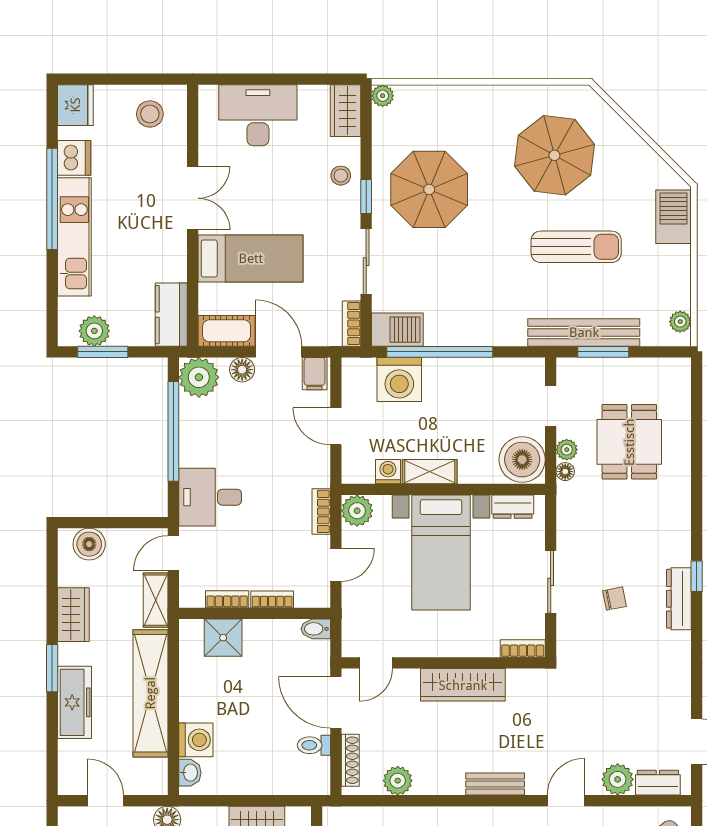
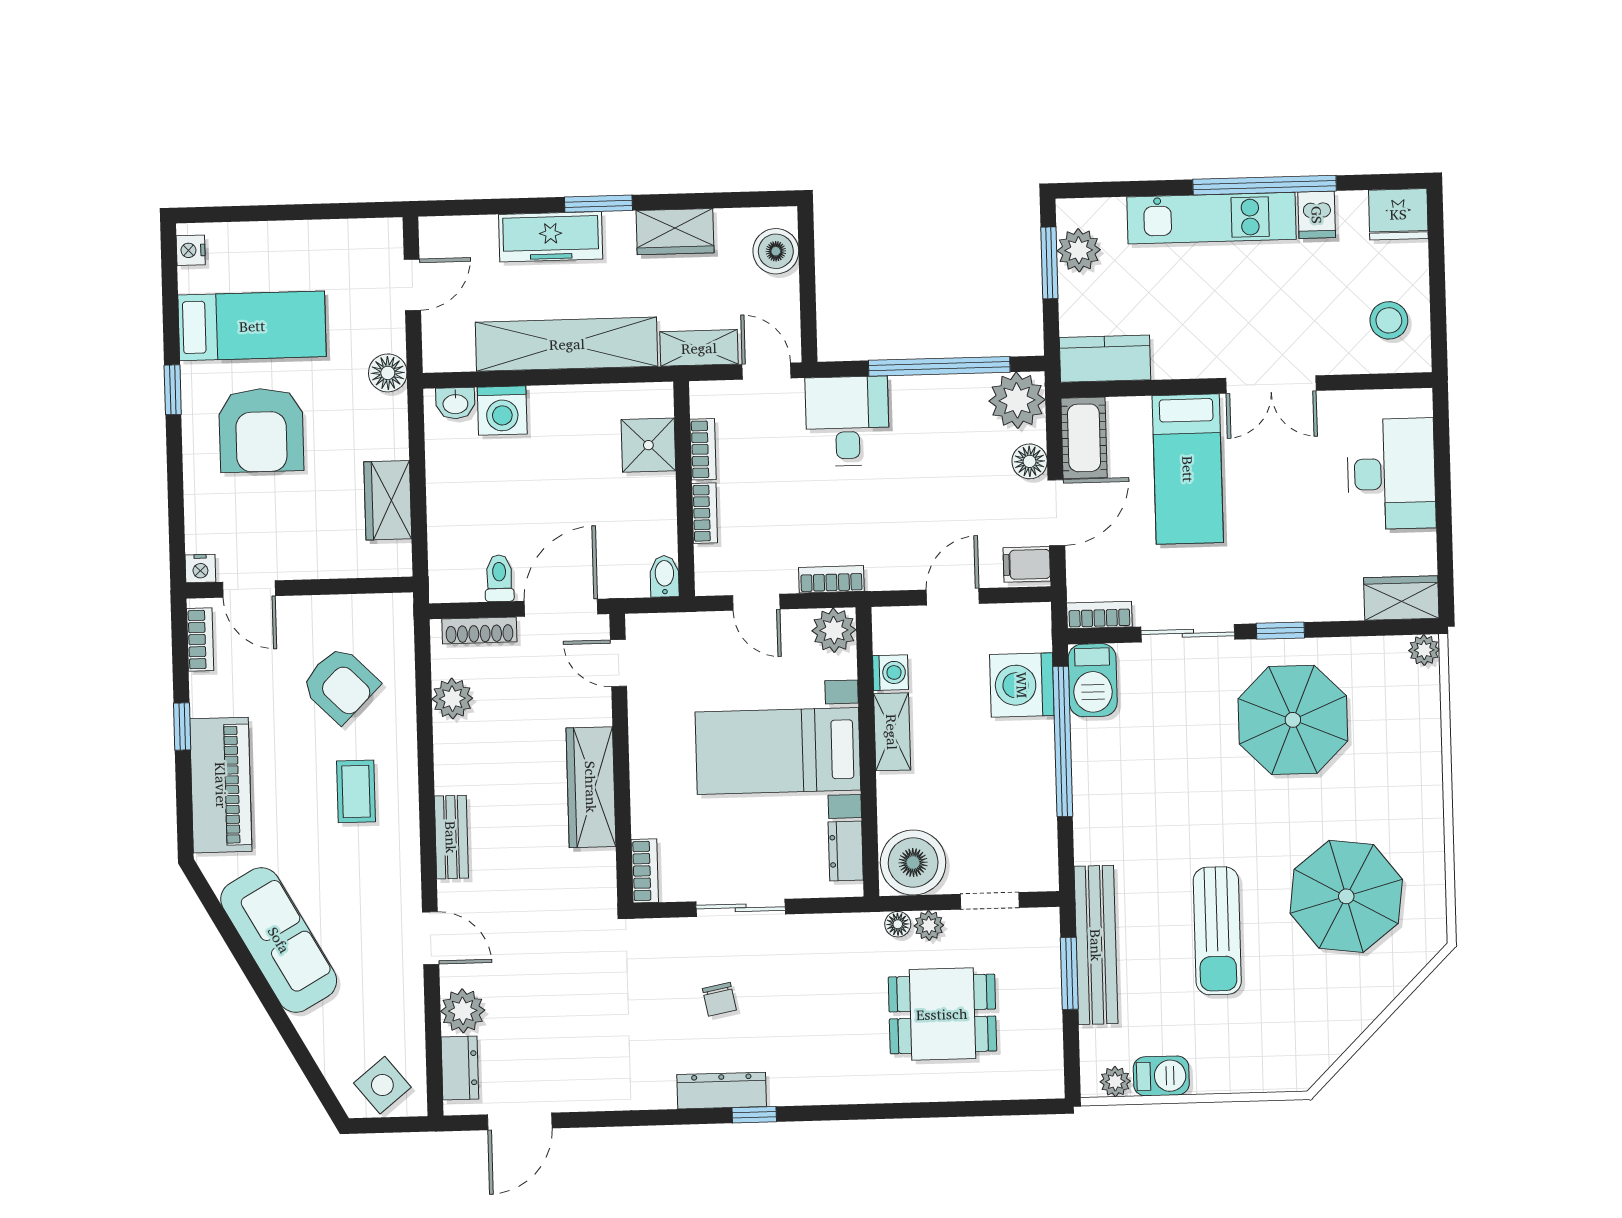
dishwasher: (74, 158) -> (1317, 215), width x0.73
stool: (341, 176) -> (1309, 594), removed
barbecue: (674, 217) -> (1161, 1076), moved, width x0.73, depth x0.79

